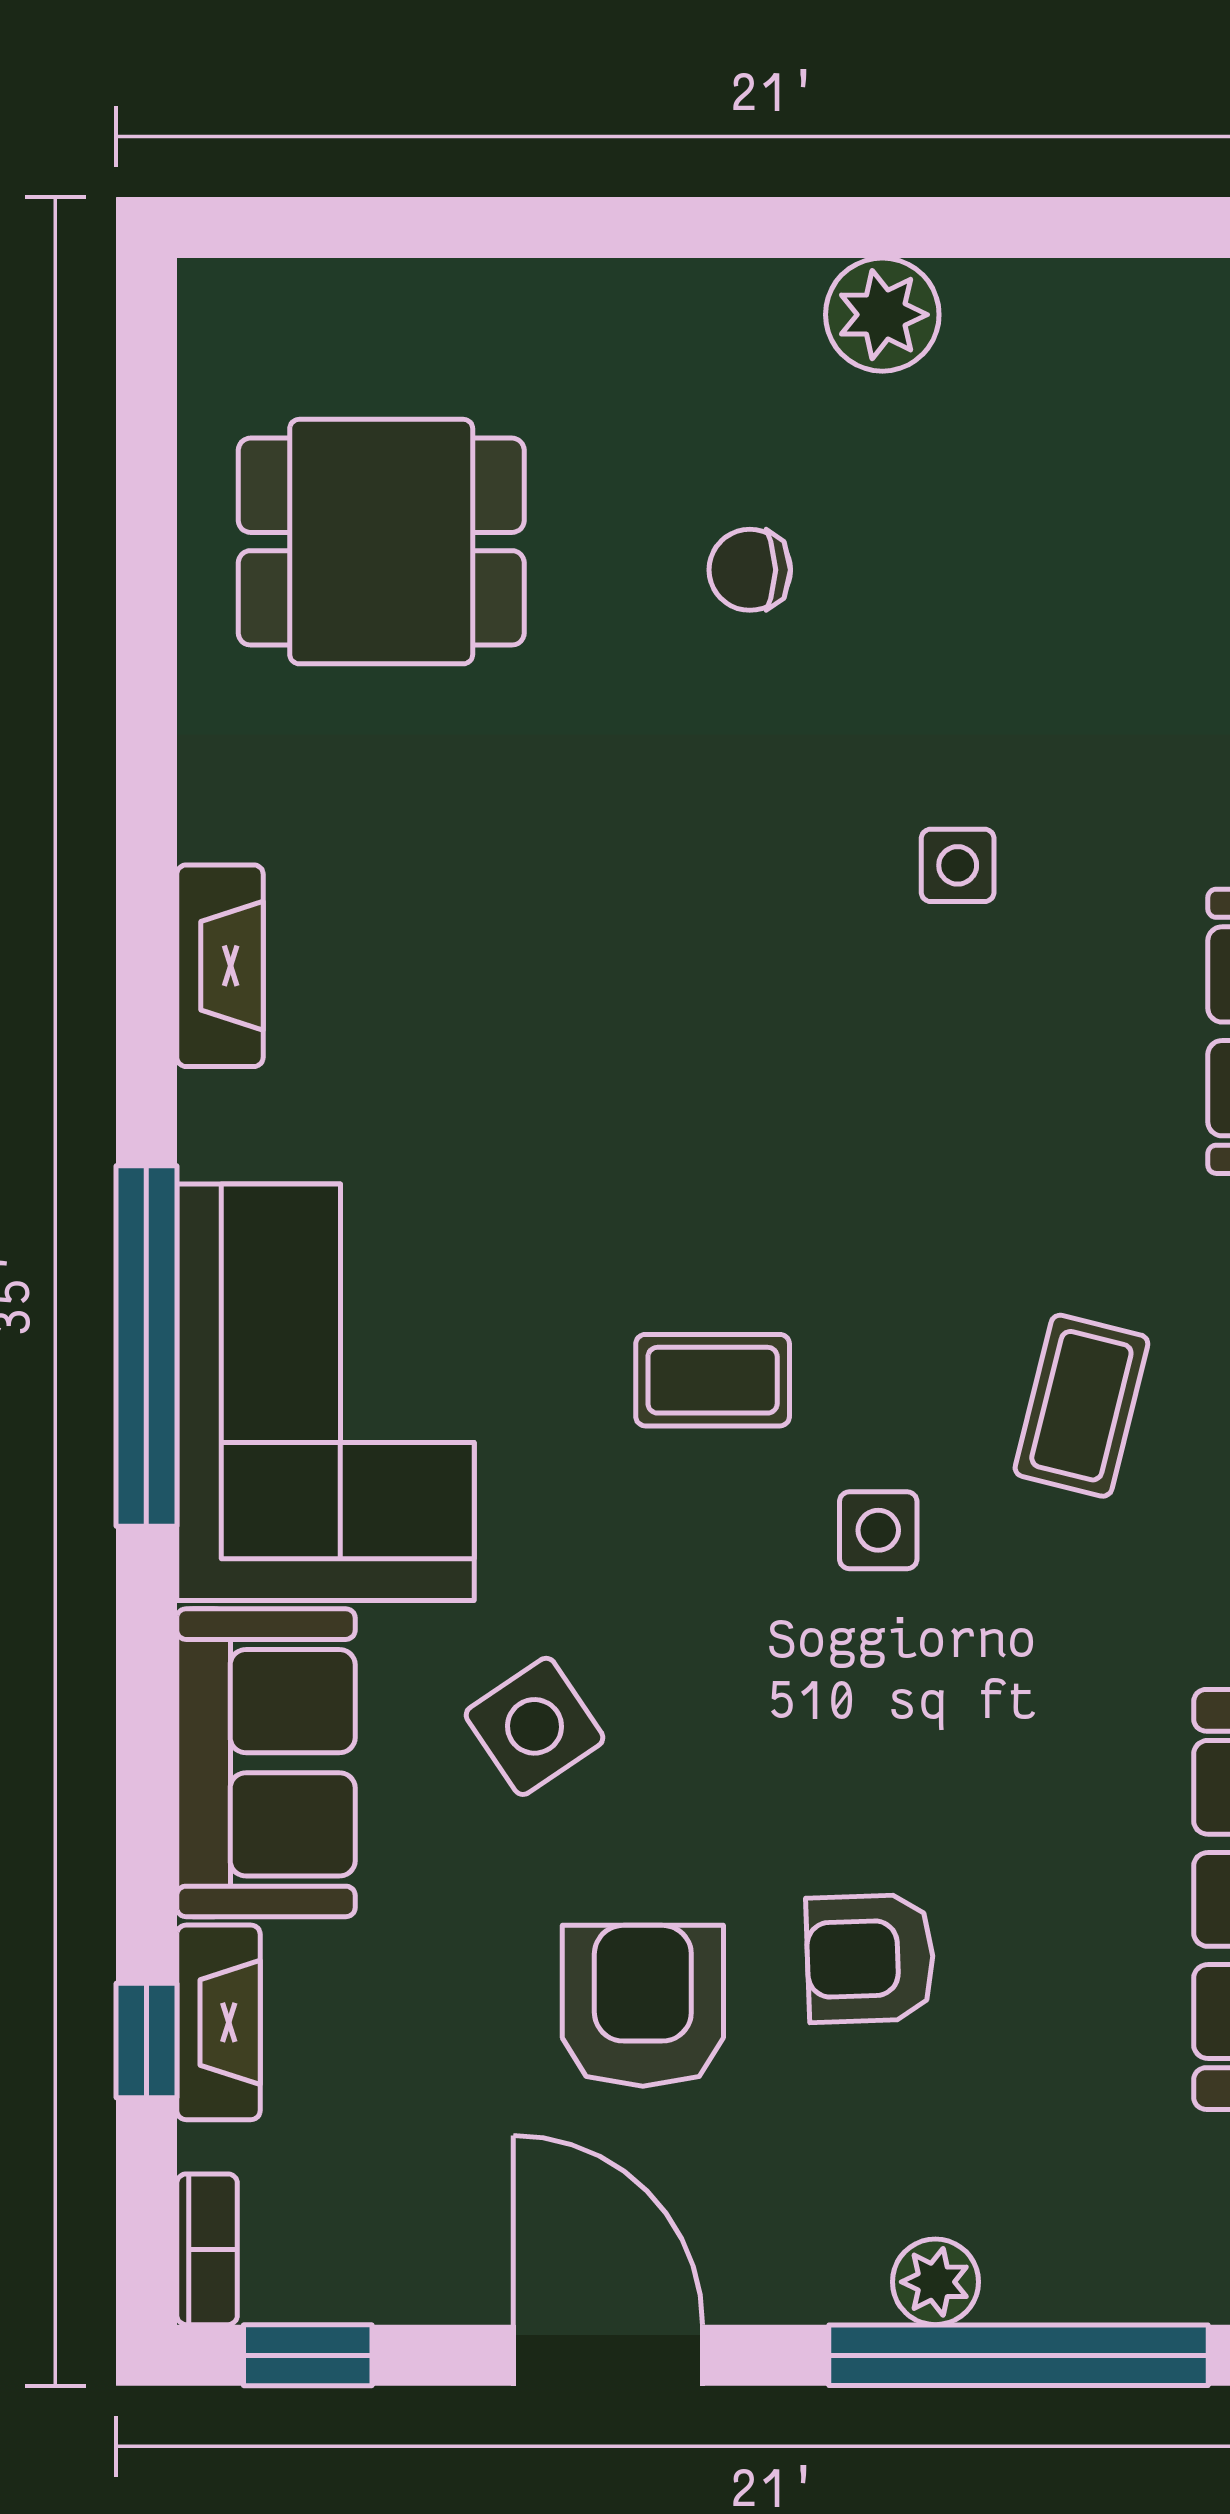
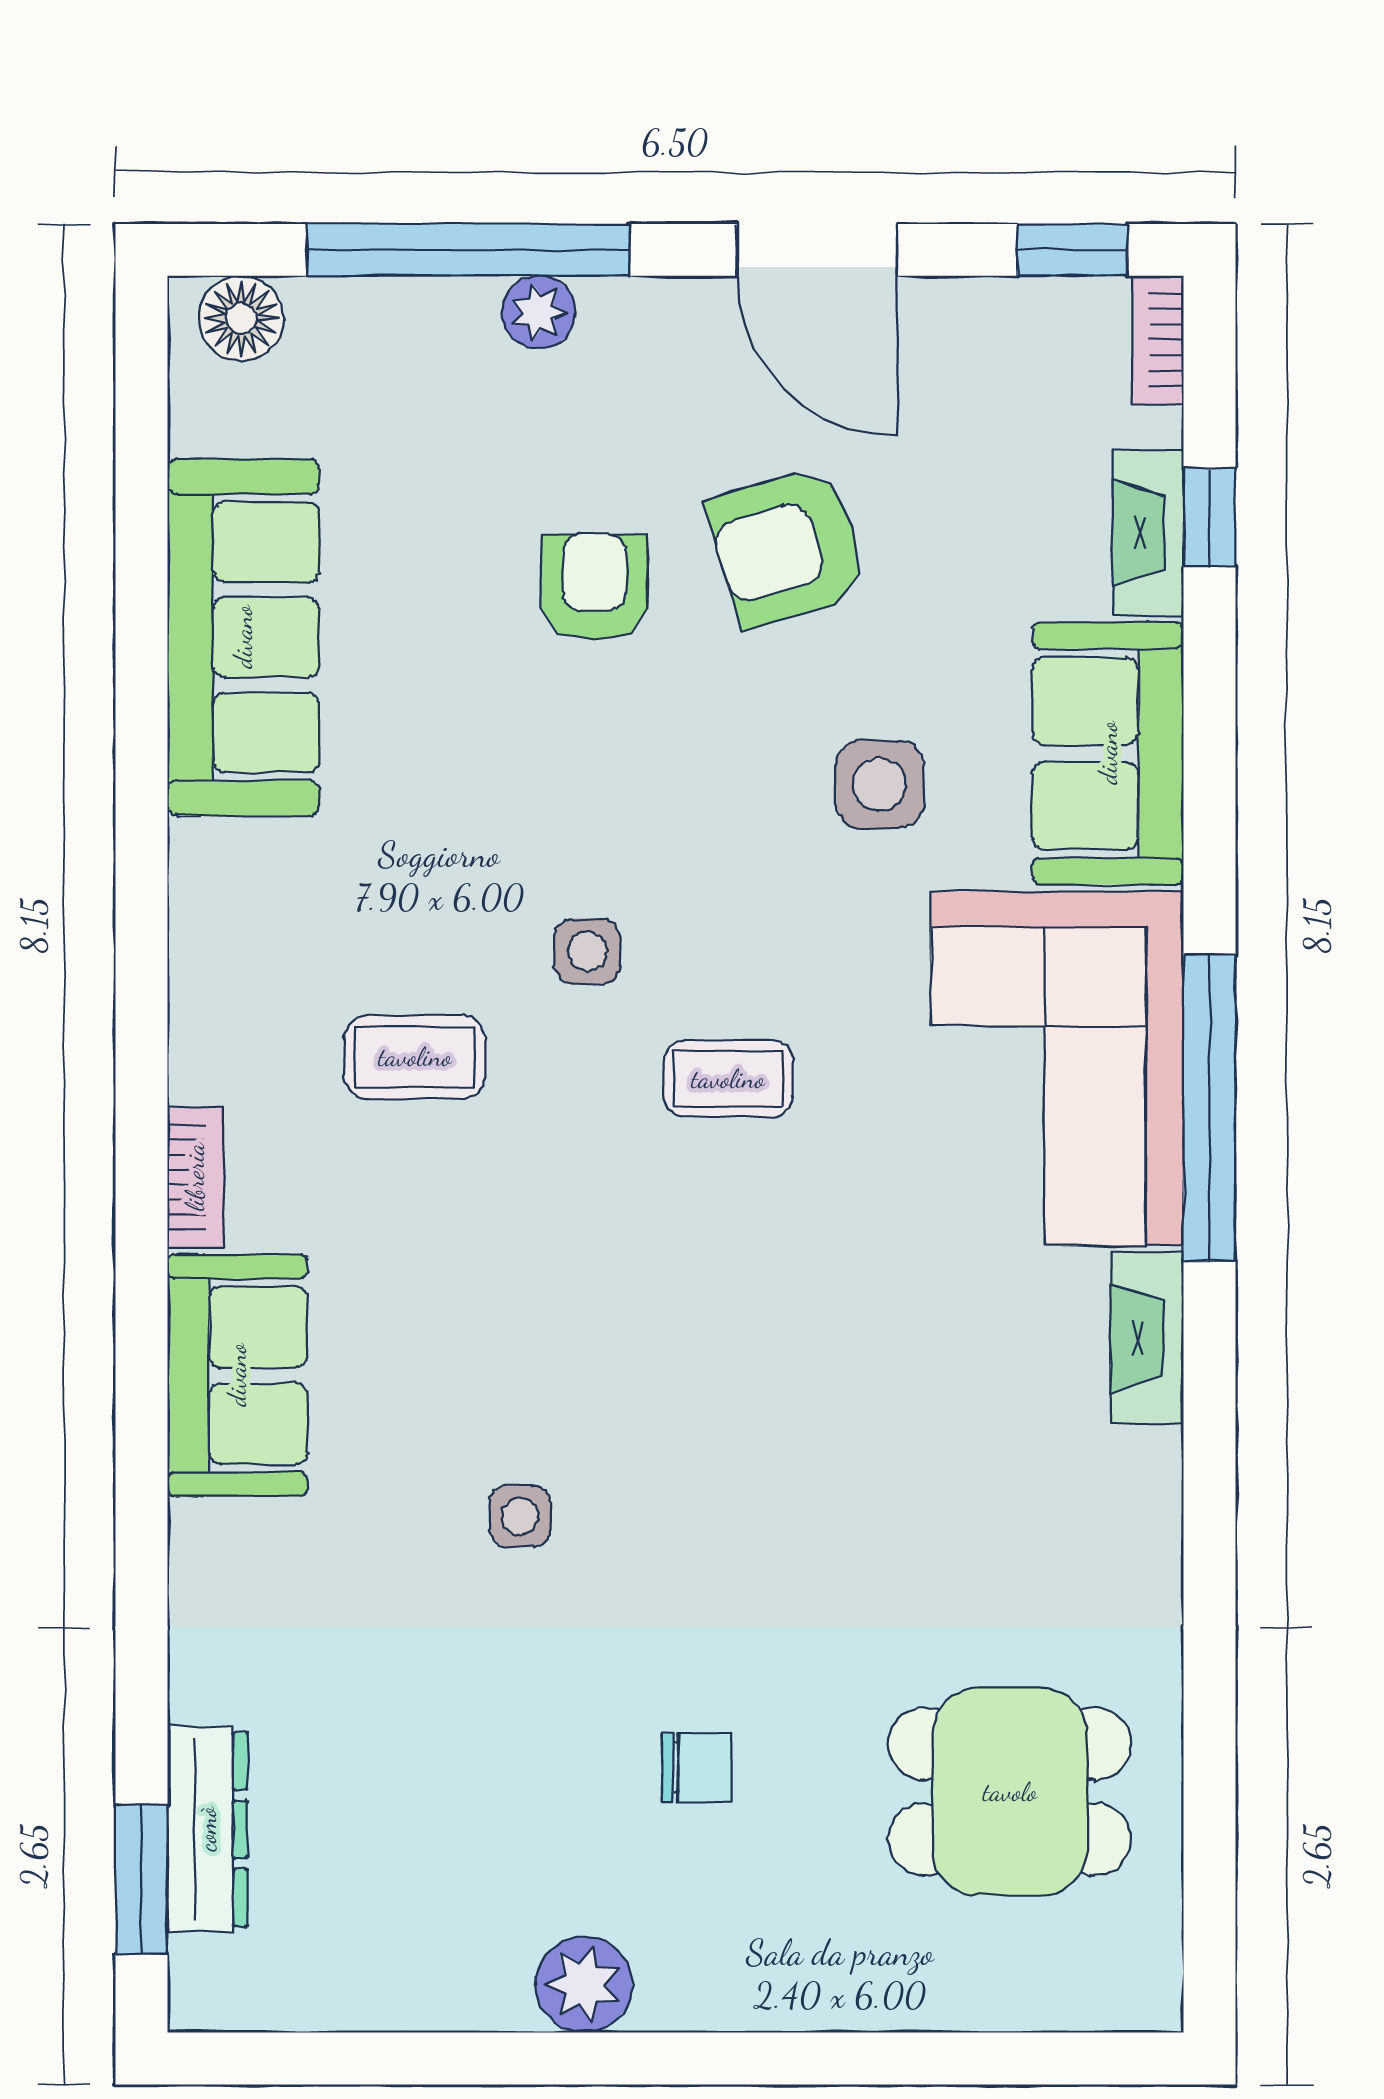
fireplace: (220, 966) -> (1147, 1338), moved
coffee table: (1081, 1406) -> (415, 1057), turned 76
side table: (535, 1726) -> (880, 784), turned 34
armchair: (870, 1958) -> (594, 587), turned -88
armchair: (643, 2006) -> (788, 547), turned 73

